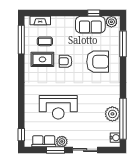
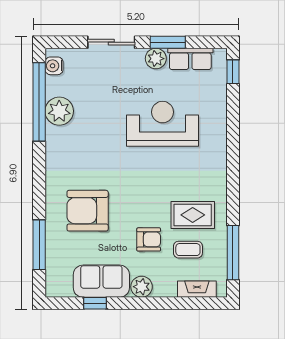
plant: (111, 22) -> (142, 287), moved
armchair: (65, 61) -> (149, 239), moved

